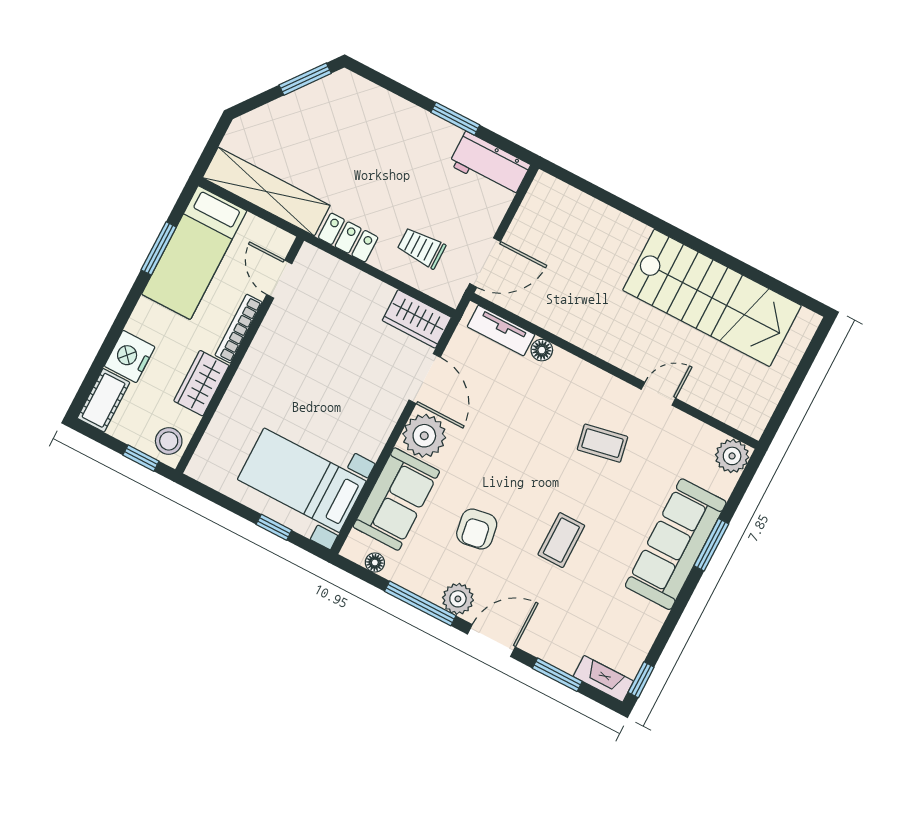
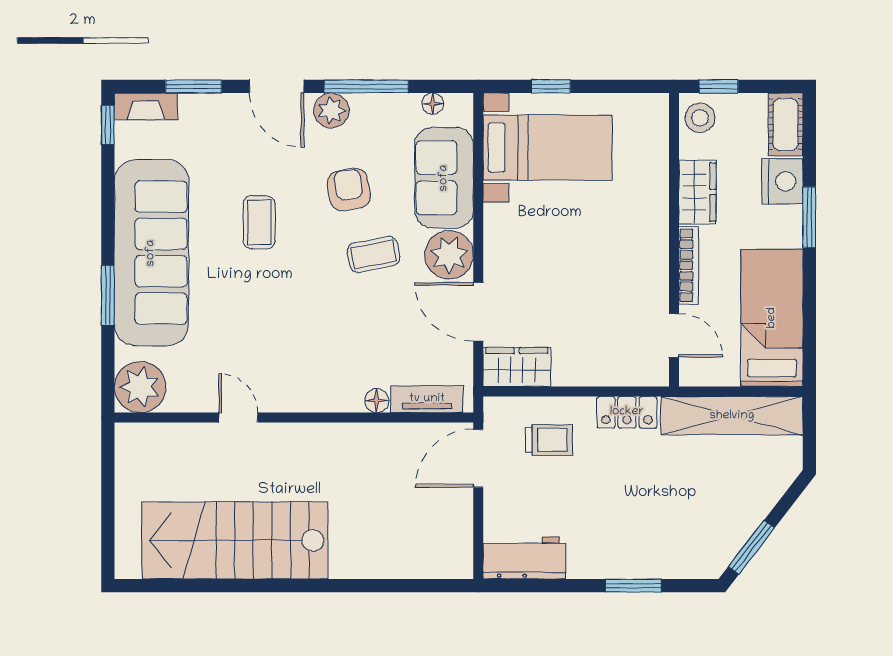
window: (455, 119) -> (633, 586), moved
window: (159, 248) -> (809, 217), moved
door: (658, 394) -> (238, 418), swing flipped
coffee table: (602, 443) -> (374, 254), moved
plant: (732, 456) -> (140, 387), width x1.36, depth x1.36
sofa: (676, 544) -> (151, 253), width x1.36, depth x1.27
door: (491, 641) -> (277, 86), hinge flipped

